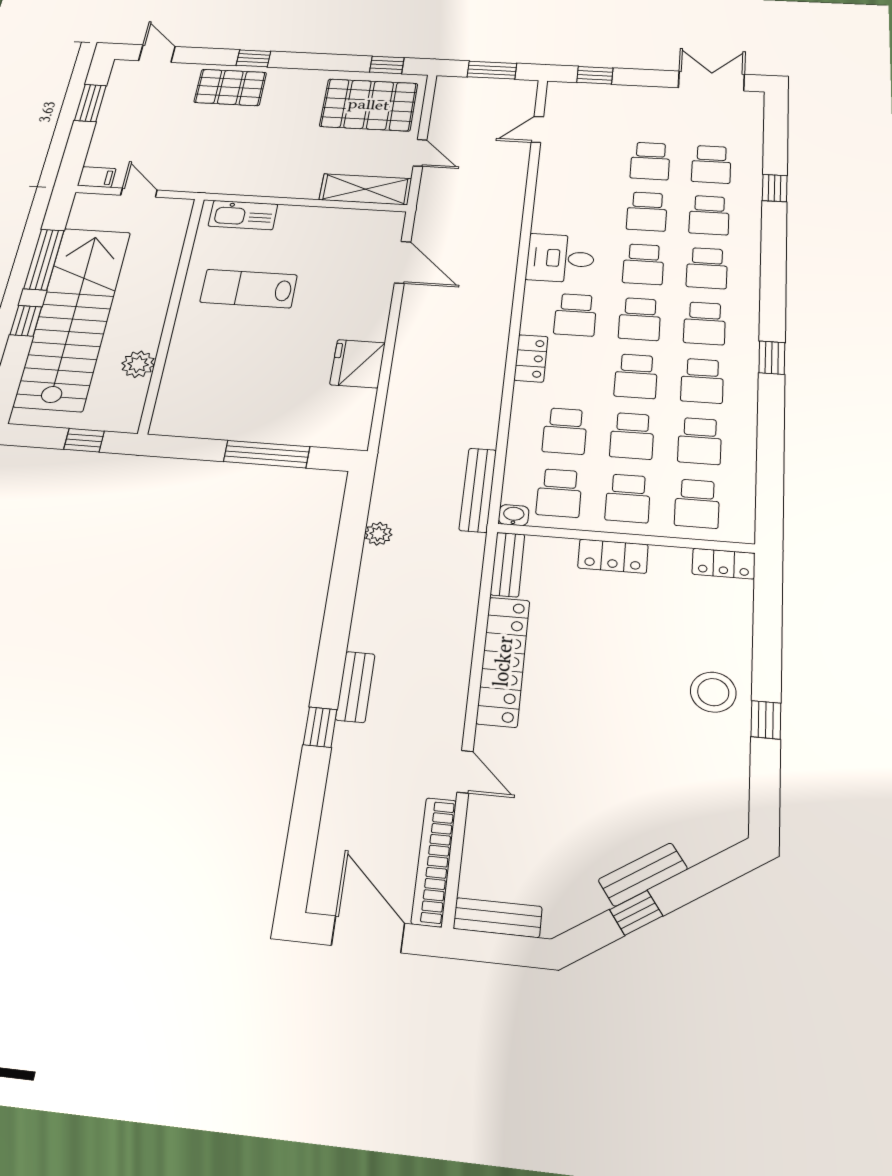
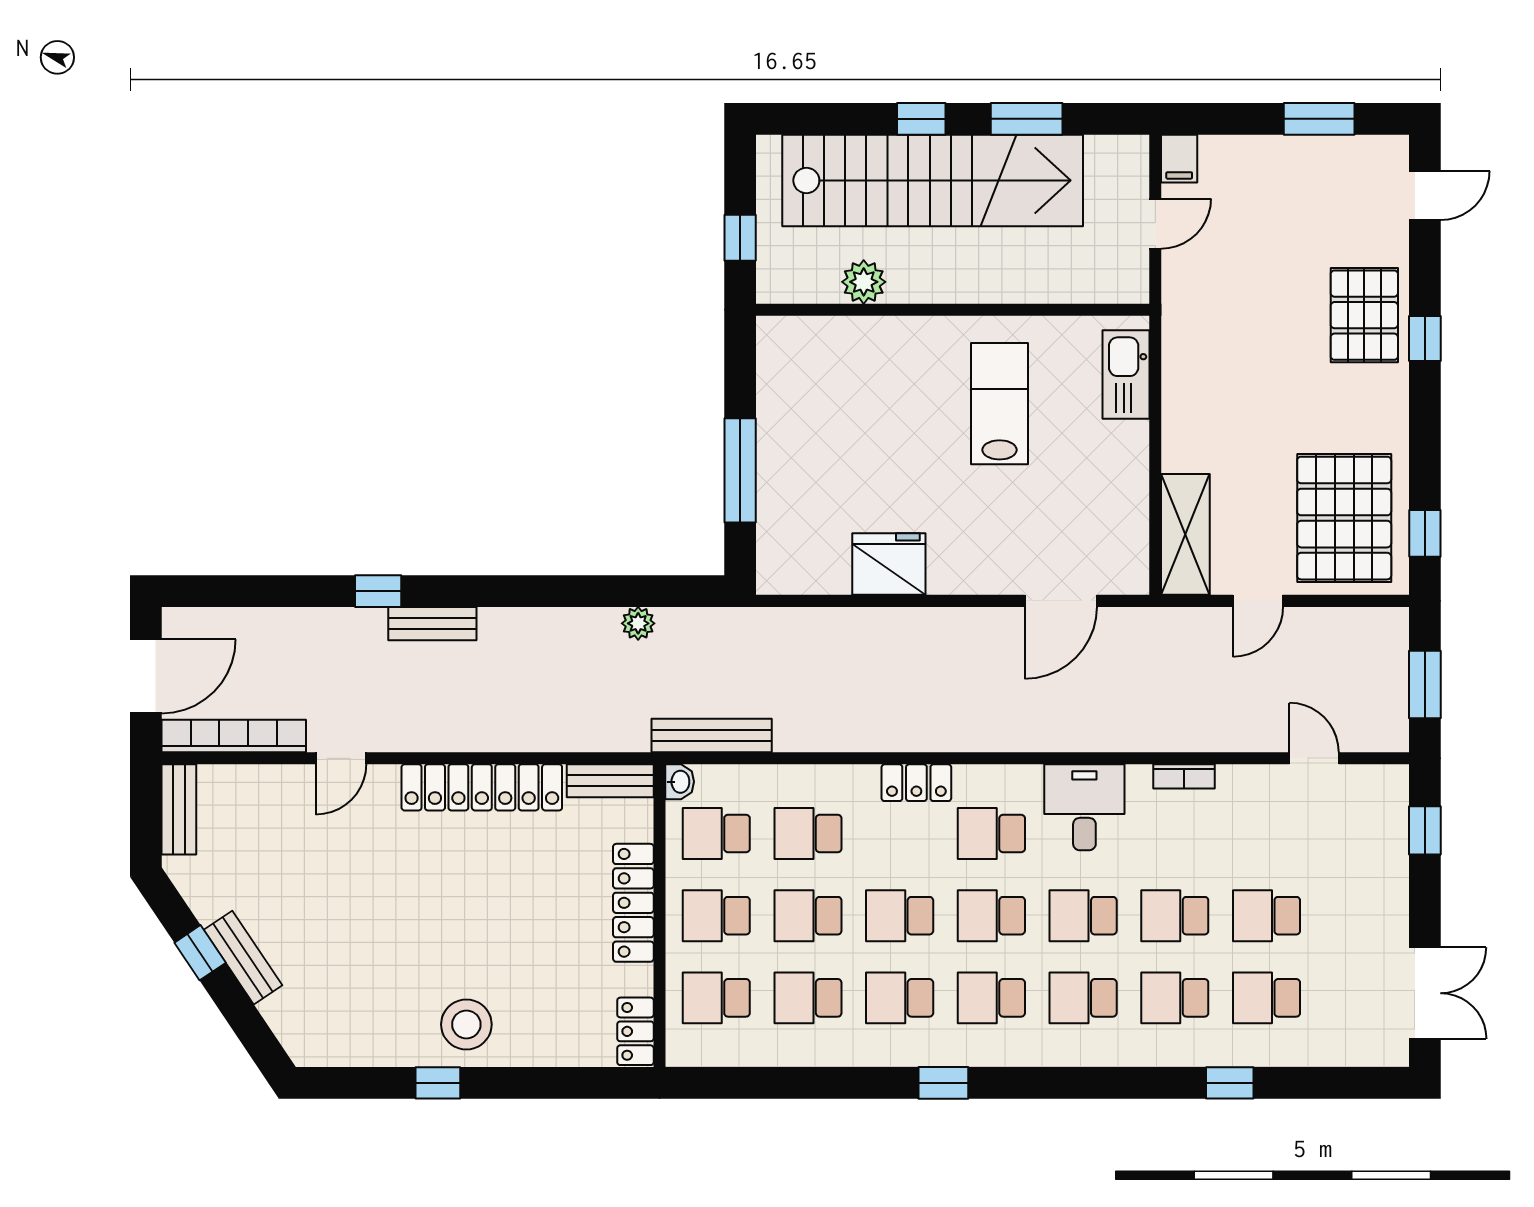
bookcase: (543, 200) -> (1184, 776), added
window: (44, 260) -> (1027, 119), width x0.69
locker: (613, 556) -> (633, 903), width x1.53

